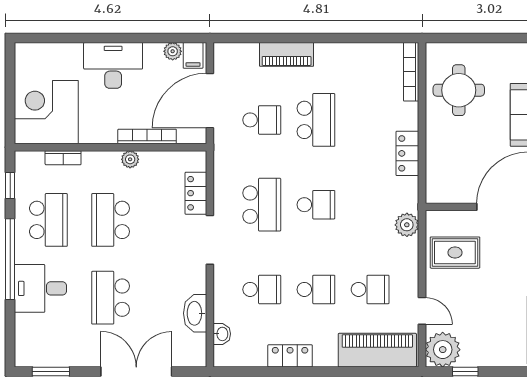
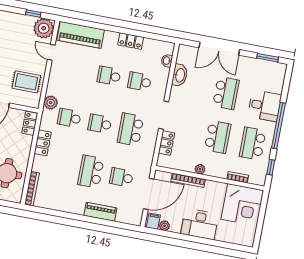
locker: (436, 183) -> (30, 123), added
school desk: (370, 289) -> (69, 118), moved

